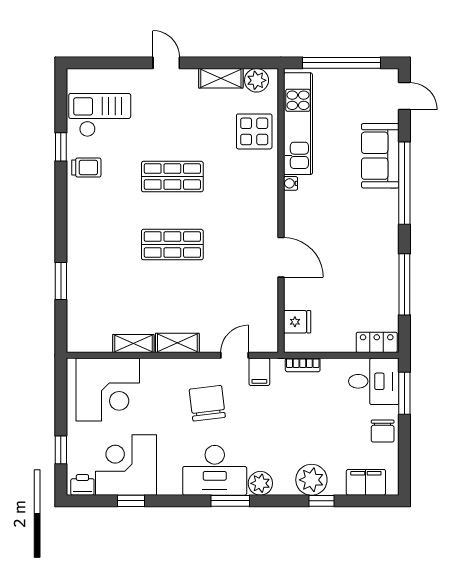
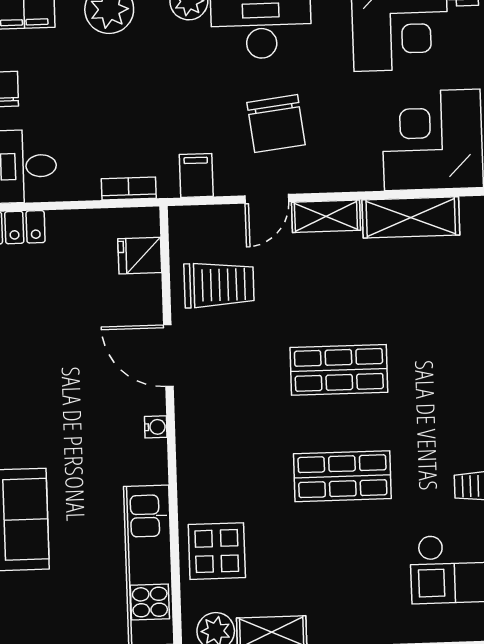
water cooler: (291, 183) -> (156, 427), moved
trolley: (247, 301) -> (219, 285), added
shelving: (133, 343) -> (411, 217), width x1.50, depth x1.33
door: (235, 355) -> (267, 199), moved

